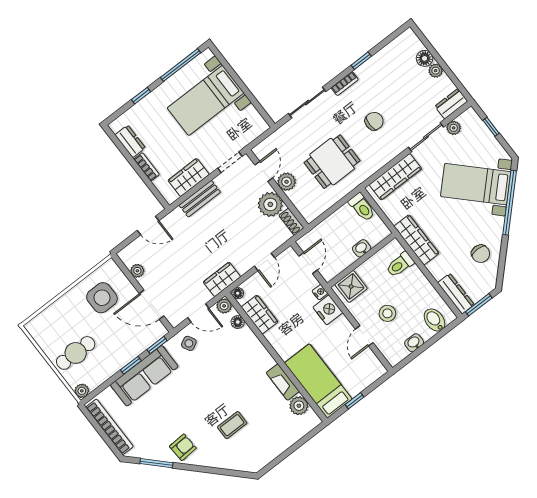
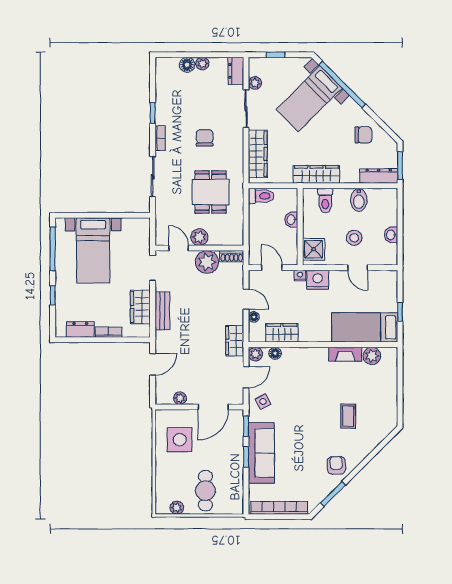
floor lamp: (238, 293) -> (254, 317), moved
bidet: (435, 320) -> (359, 200), moved, turned -90
plant: (82, 391) -> (177, 508), moved

